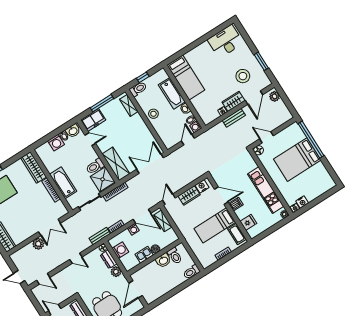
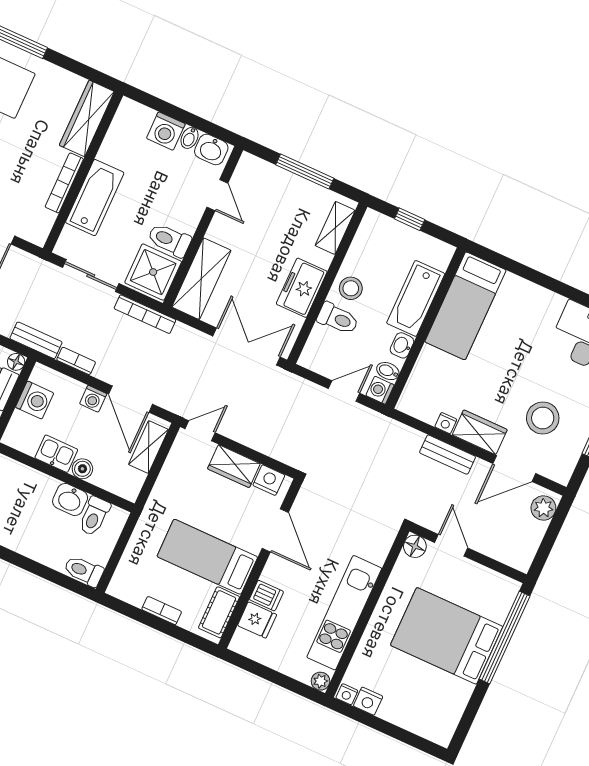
toilet: (138, 89) -> (338, 319), moved
freezer: (93, 120) -> (302, 288), moved, turned 90
dishwasher: (236, 204) -> (266, 596), moved

